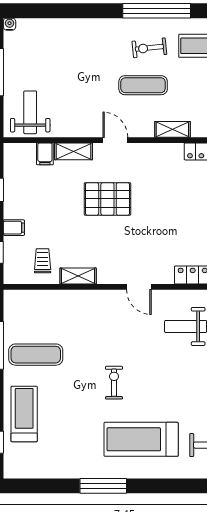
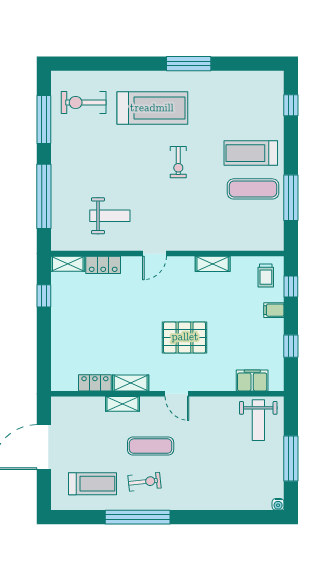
shelving: (74, 151) -> (131, 383), moved
filing cabinet: (45, 154) -> (252, 380), width x2.00
trolley: (43, 261) -> (266, 275), moved
door: (139, 287) -> (155, 254), swing flipped
treadmill: (24, 414) -> (251, 153), moved, turned 90

